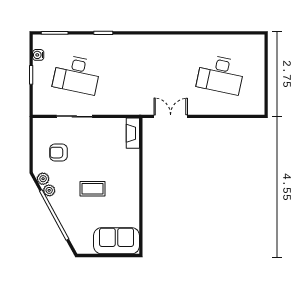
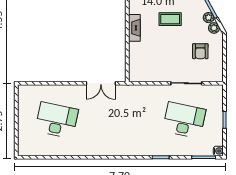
water cooler: (38, 55) -> (218, 151), moved
fireplace: (133, 133) -> (134, 28), moved
armchair: (58, 153) -> (200, 51), turned 90

